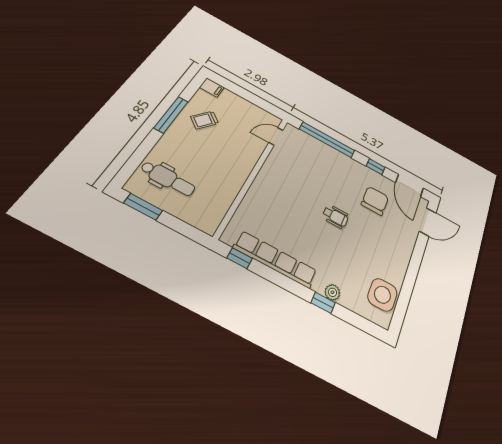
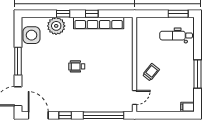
trolley: (205, 120) -> (151, 72), moved
chair: (375, 201) -> (57, 91), removed
window: (240, 258) -> (92, 14), moved
window: (414, 267) -> (18, 61), added
plant: (332, 292) -> (56, 26), width x1.88, depth x1.88

